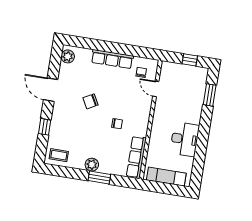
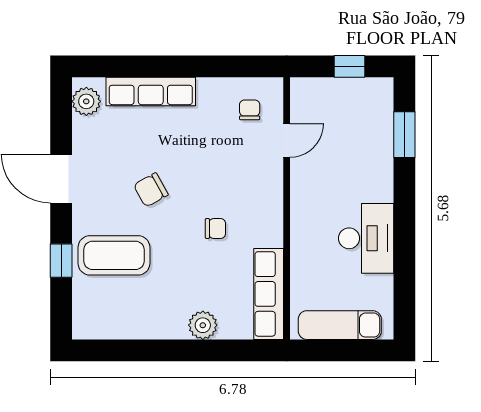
row of seats: (112, 59) -> (151, 91), moved
door: (156, 89) -> (287, 140), swing flipped
coffee table: (59, 155) -> (114, 255), moved, width x1.86, depth x1.72
plant: (92, 165) -> (203, 325), moved
window: (99, 178) -> (196, 350), removed

